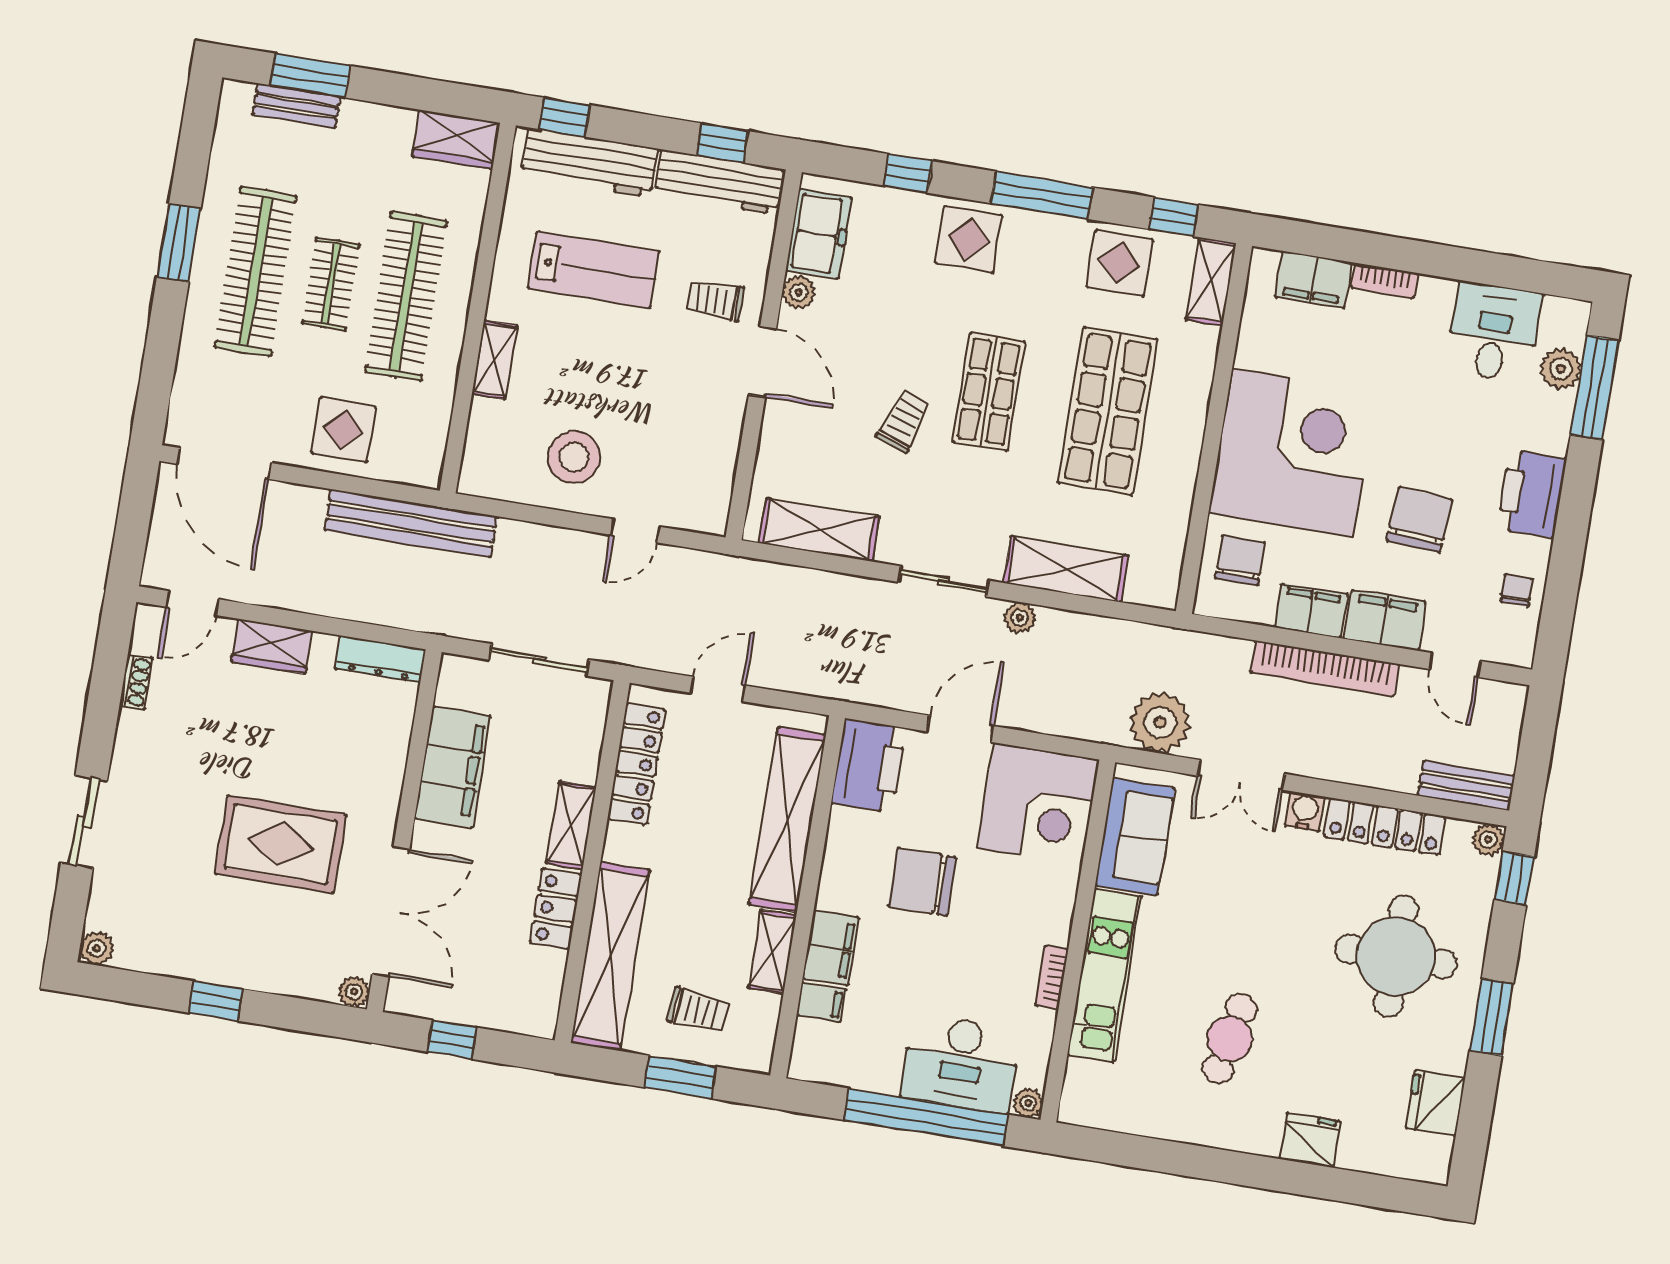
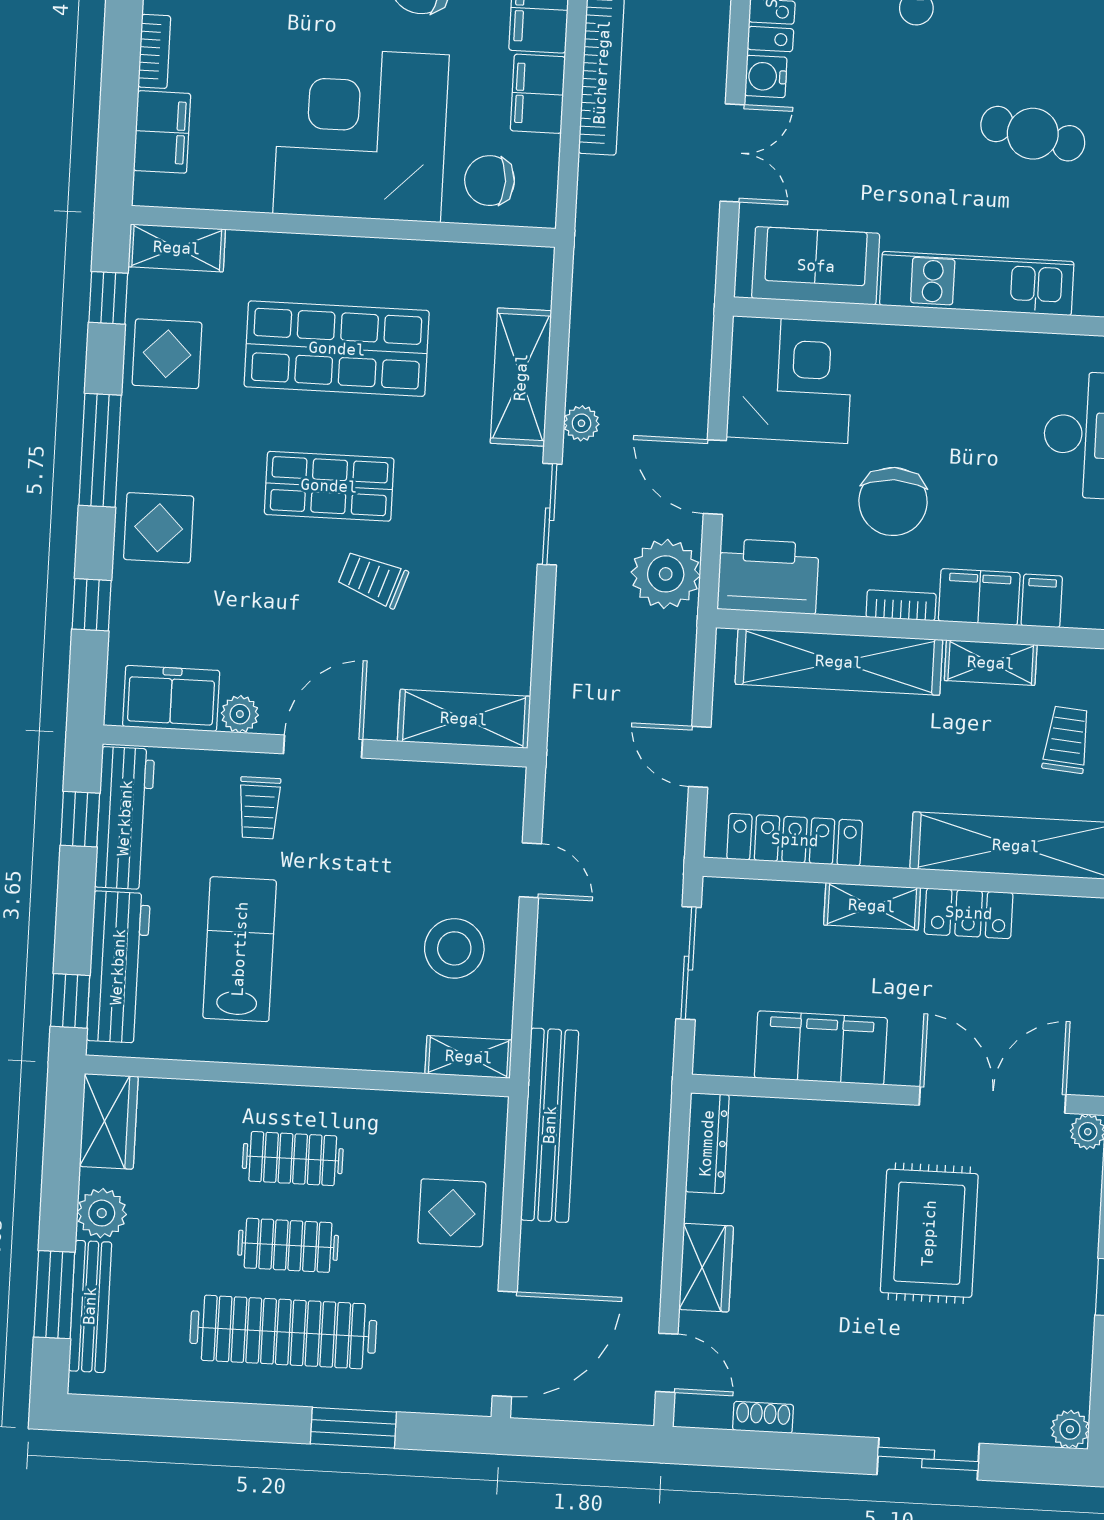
bench: (296, 106) -> (90, 1306), width x1.36
plant: (377, 125) -> (102, 1213), added
window: (179, 243) -> (353, 1428), moved
clothes rail: (406, 296) -> (293, 1159), width x0.54, depth x0.76
shelving: (494, 360) -> (469, 1057), moved
shelving: (819, 530) -> (464, 719), moved, turned 90
plant: (1160, 723) -> (666, 574), moved
bookcase: (1052, 977) -> (901, 605), moved, turned 180

